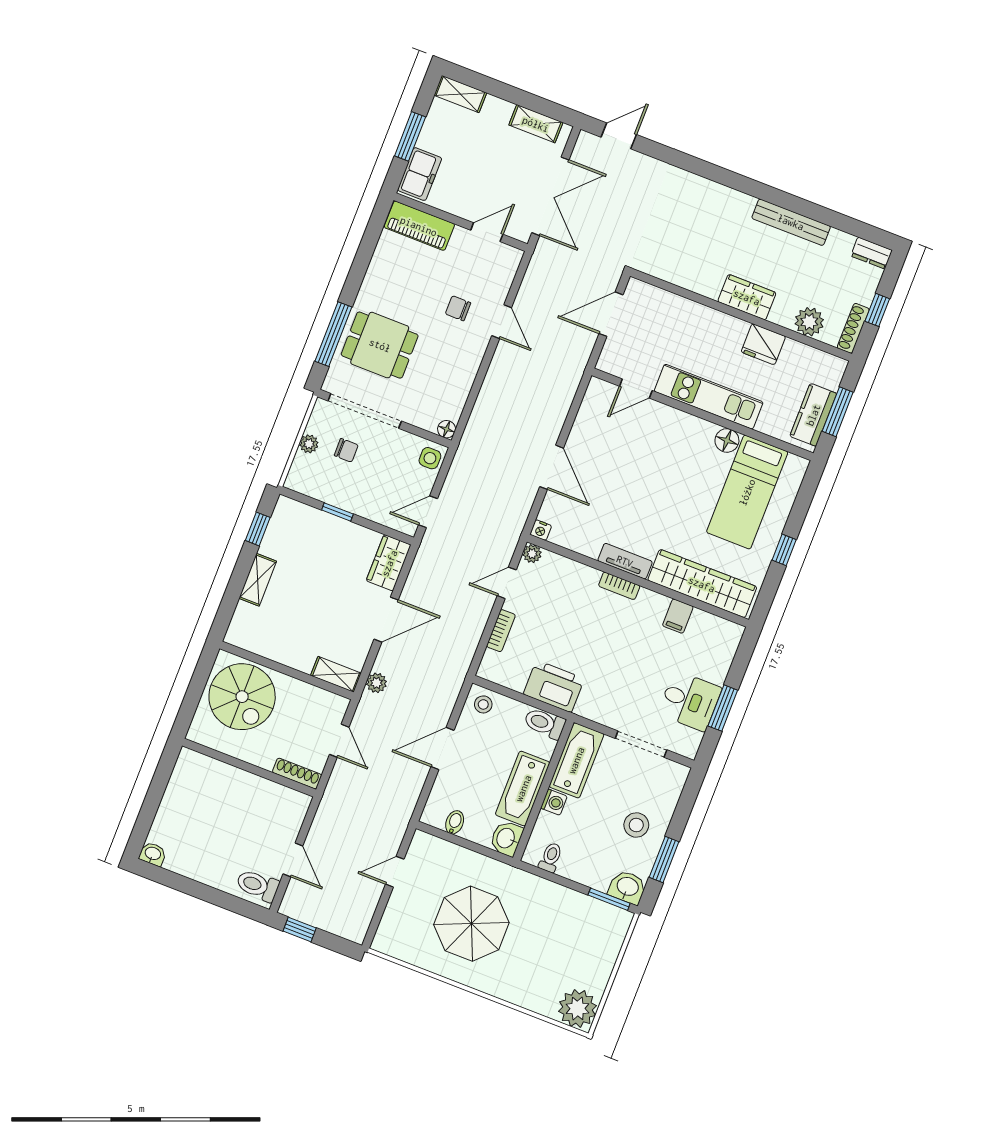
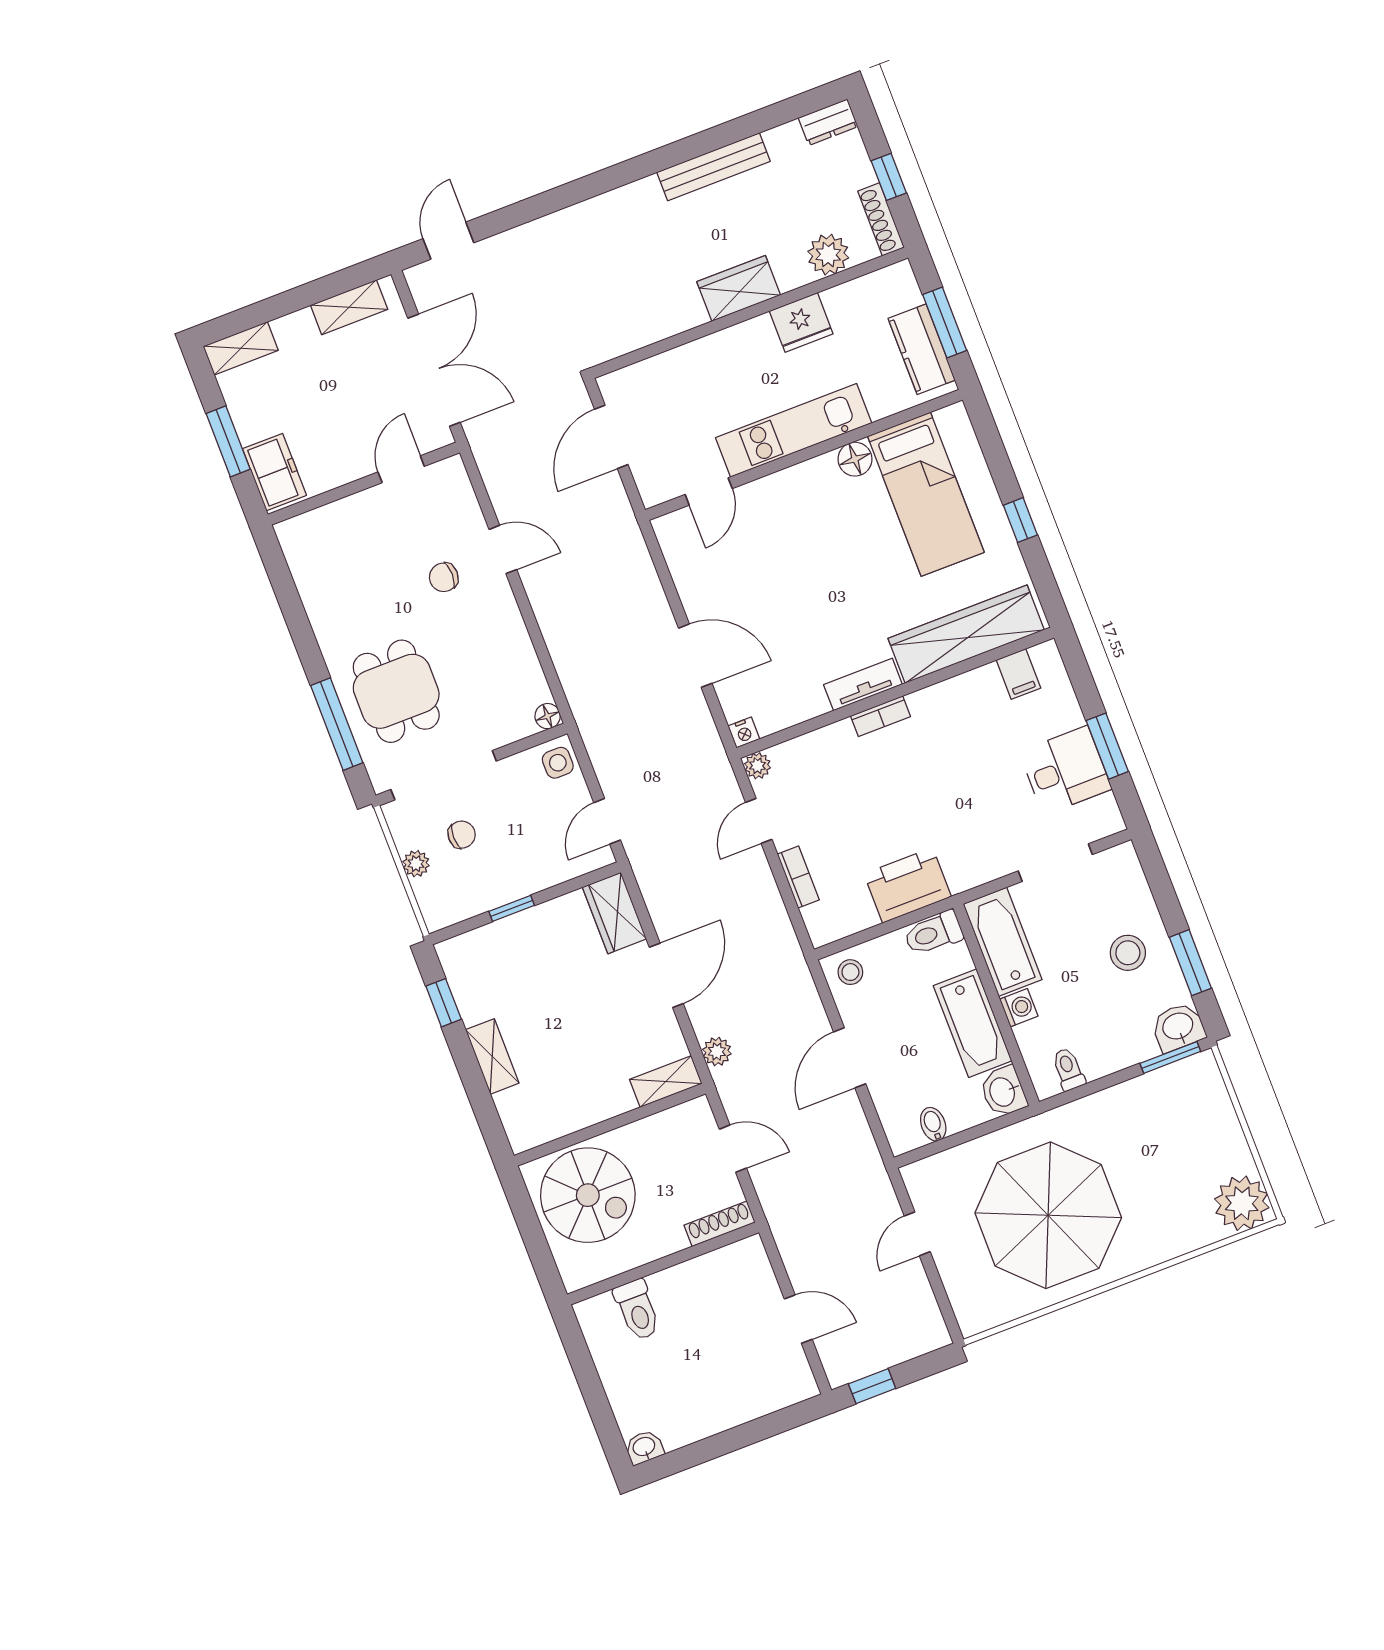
piano: (419, 226) -> (324, 527), removed
dining table: (380, 345) -> (396, 691), turned 90
filing cabinet: (678, 616) -> (1018, 674), moved
toilet: (258, 885) -> (637, 1310), moved, turned -90
parasol: (471, 924) -> (1048, 1215), width x1.36, depth x1.36

